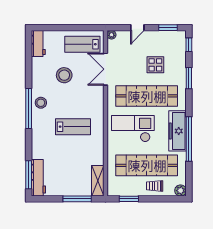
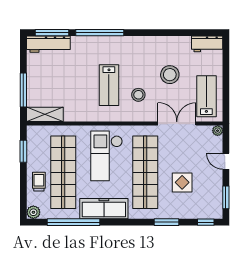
stool: (41, 103) -> (138, 95), moved
window: (29, 109) -> (100, 33), moved
checkout: (133, 129) -> (107, 156), turned 180
window: (189, 139) -> (73, 222), moved

